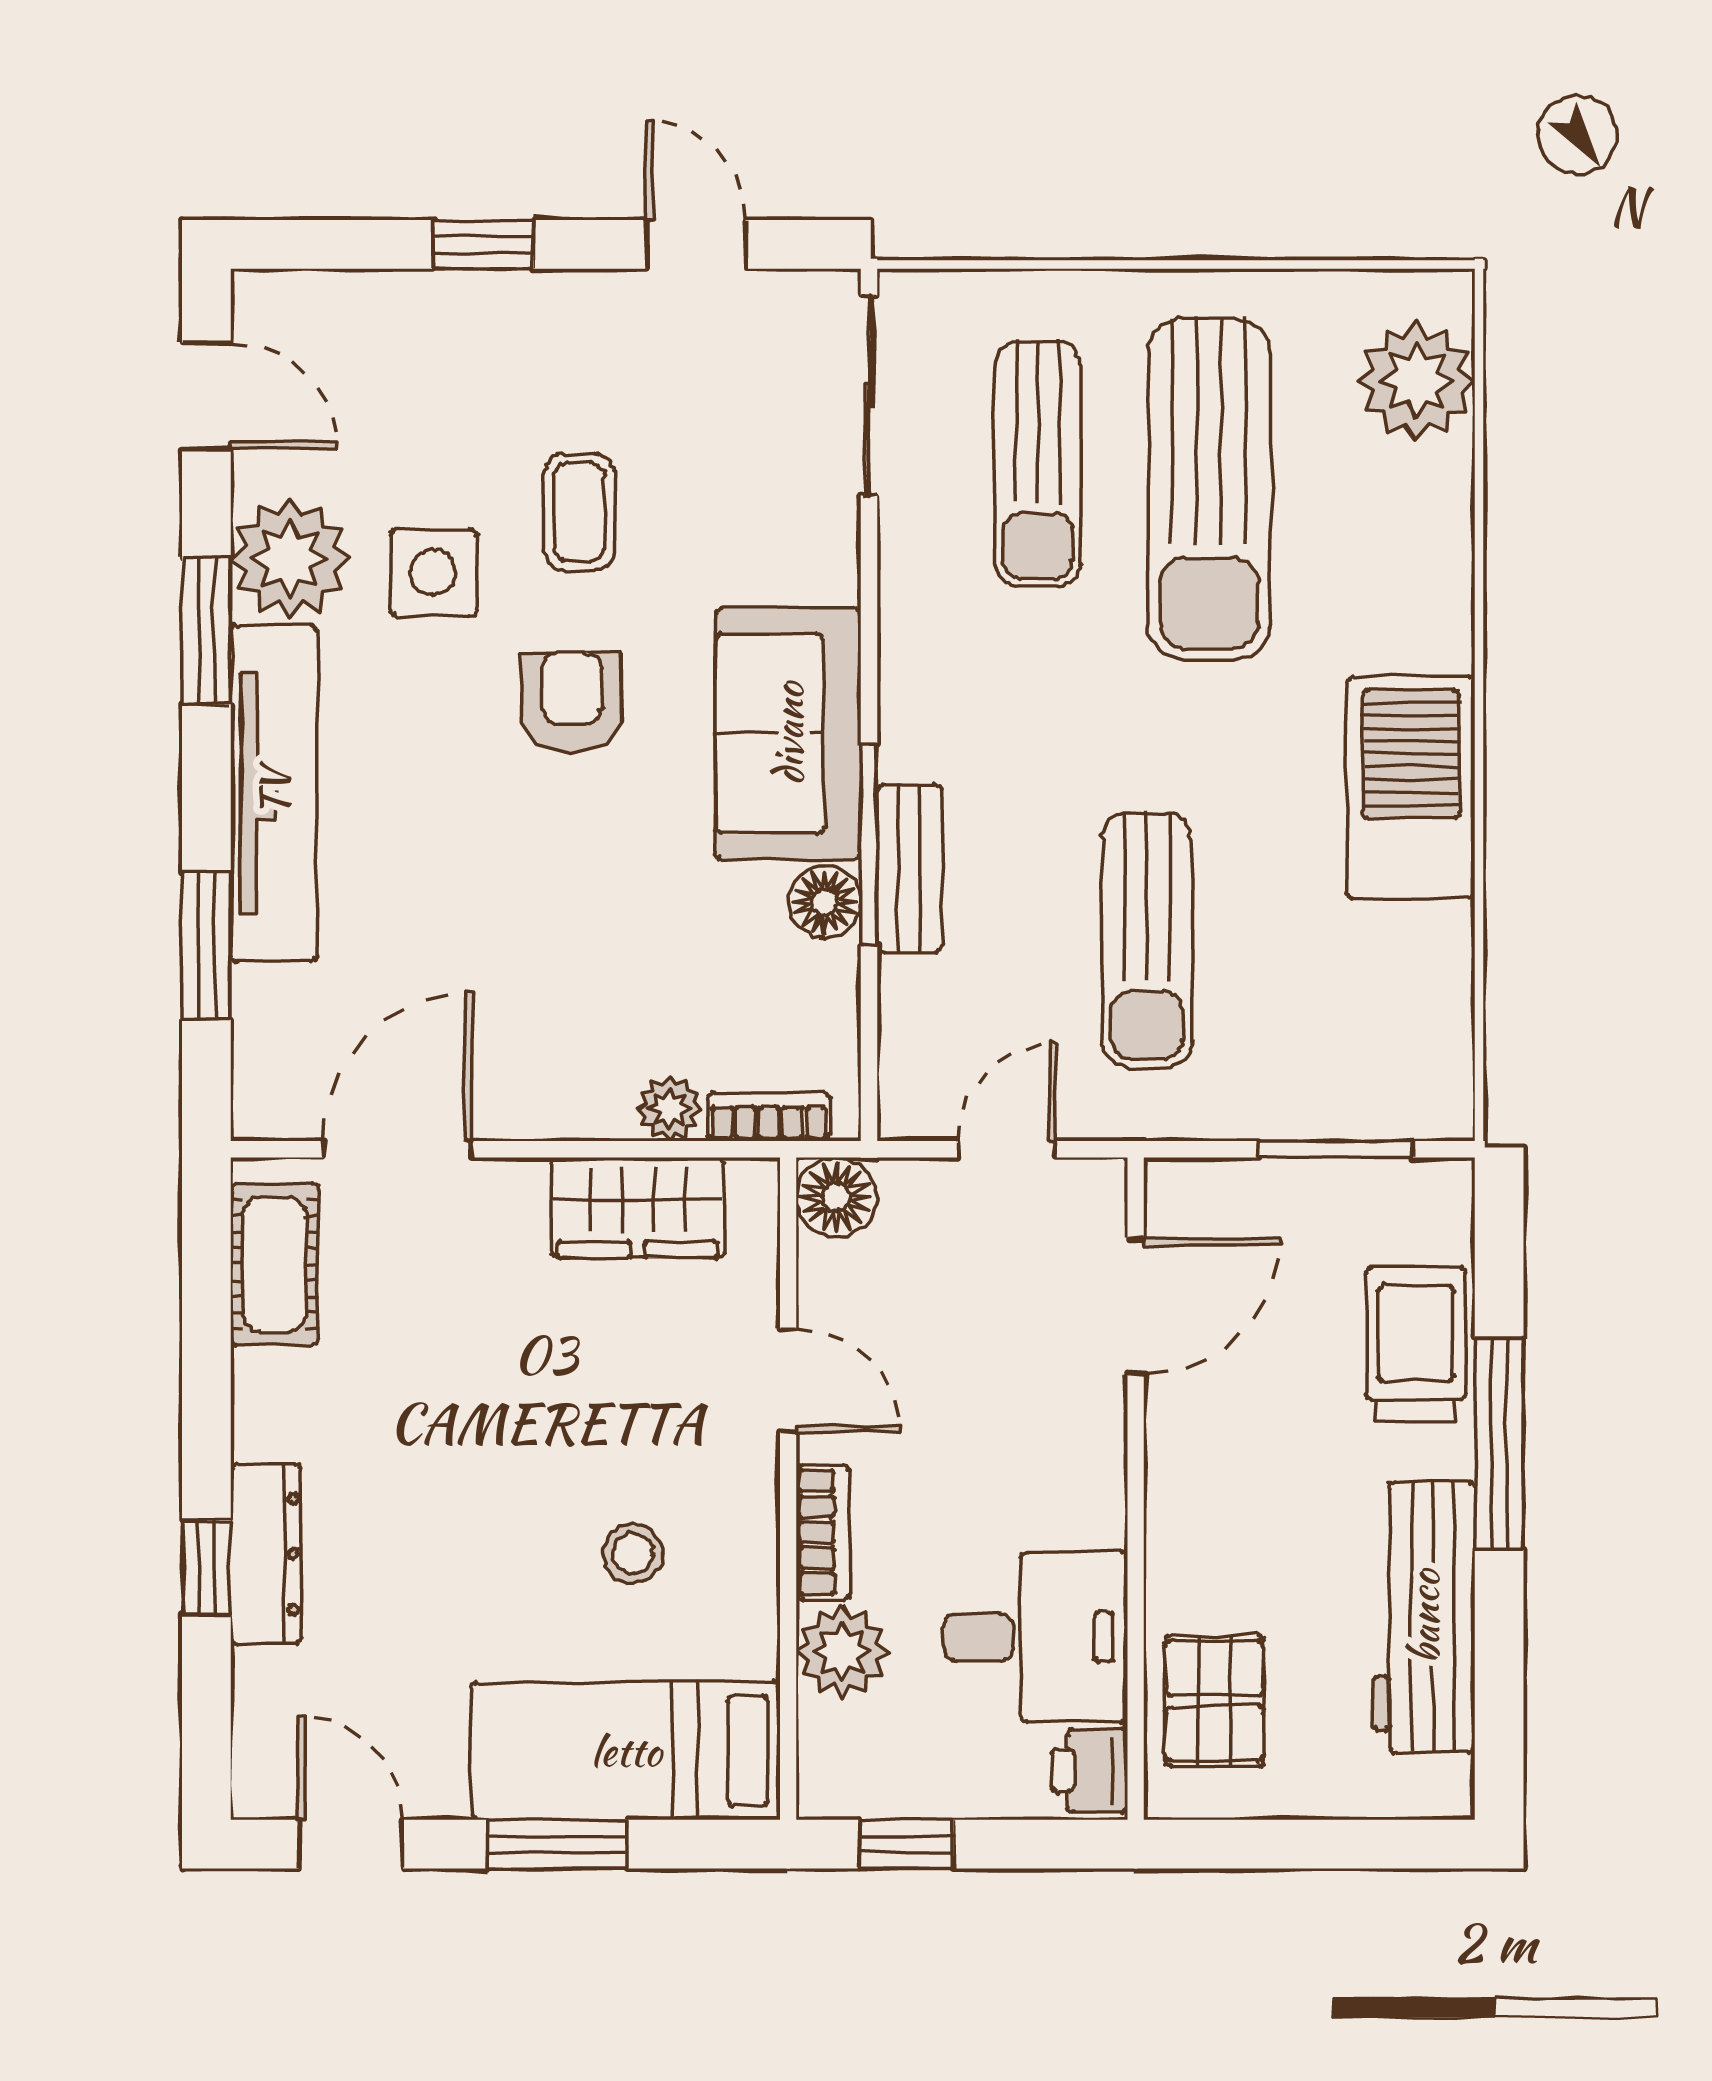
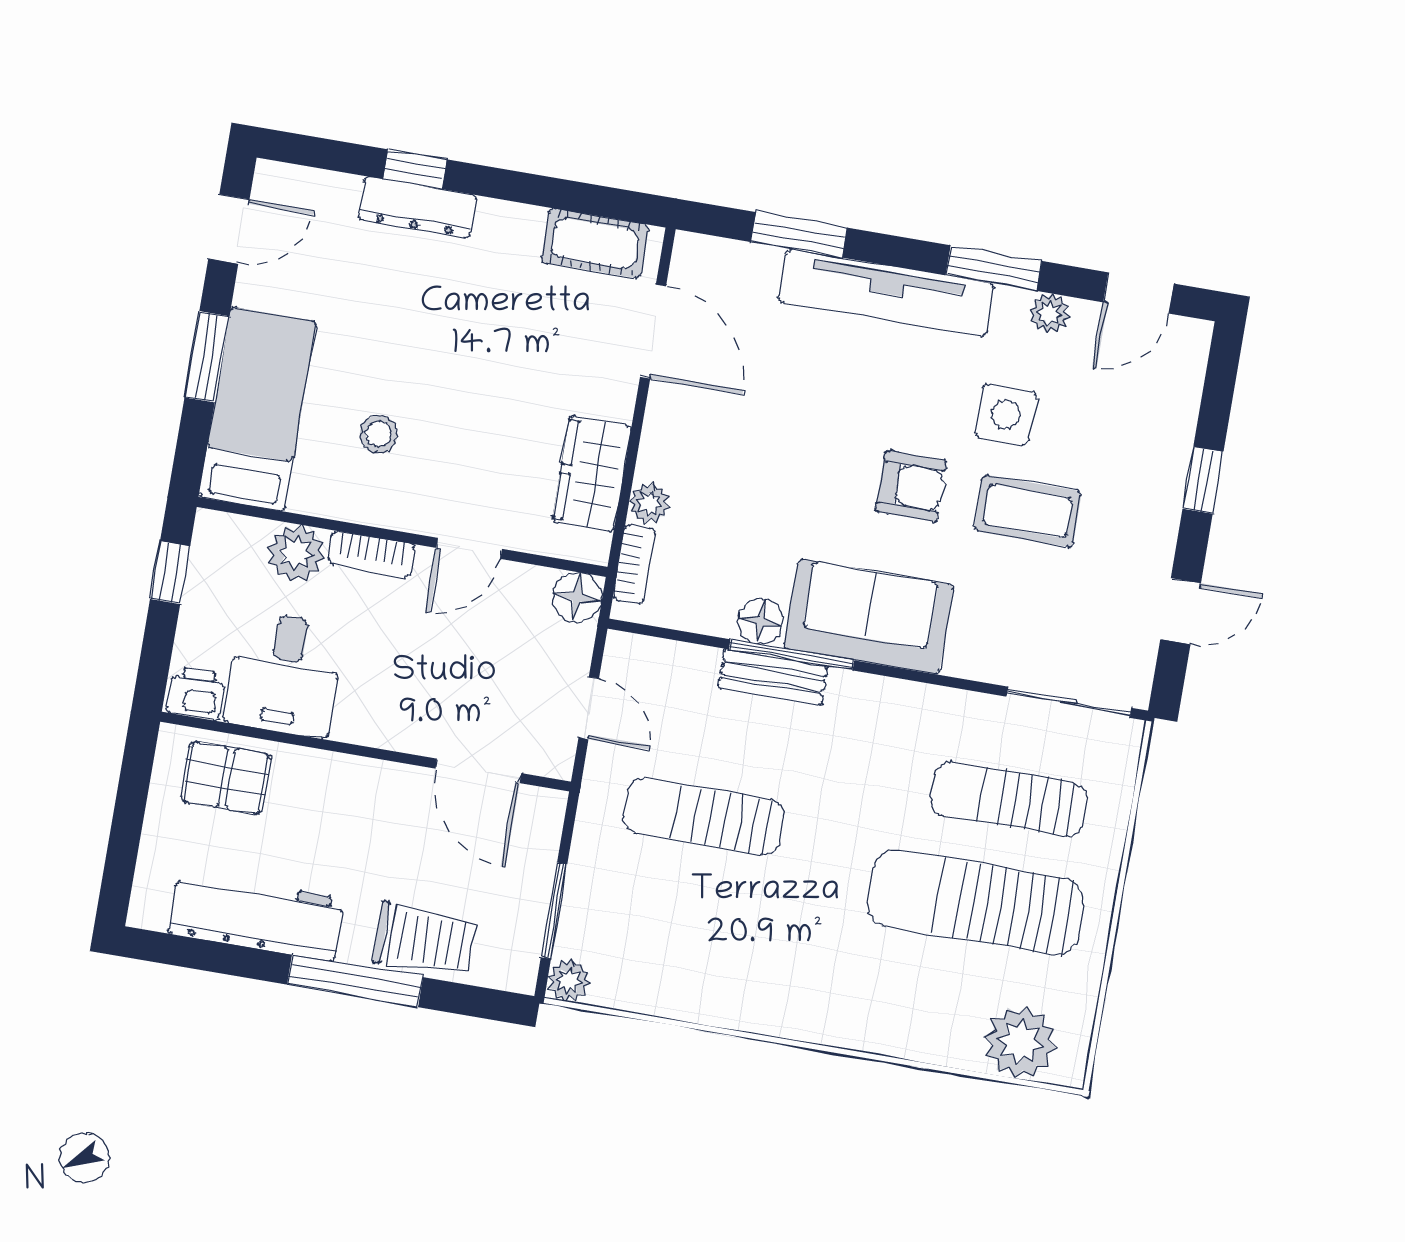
coffee table: (579, 512) -> (1028, 511), width x1.36, depth x1.30
plant: (290, 559) -> (1049, 313), width x0.53, depth x0.53
barbecue: (1411, 787) -> (770, 996), removed
plant: (1441, 1107) -> (569, 981), added

